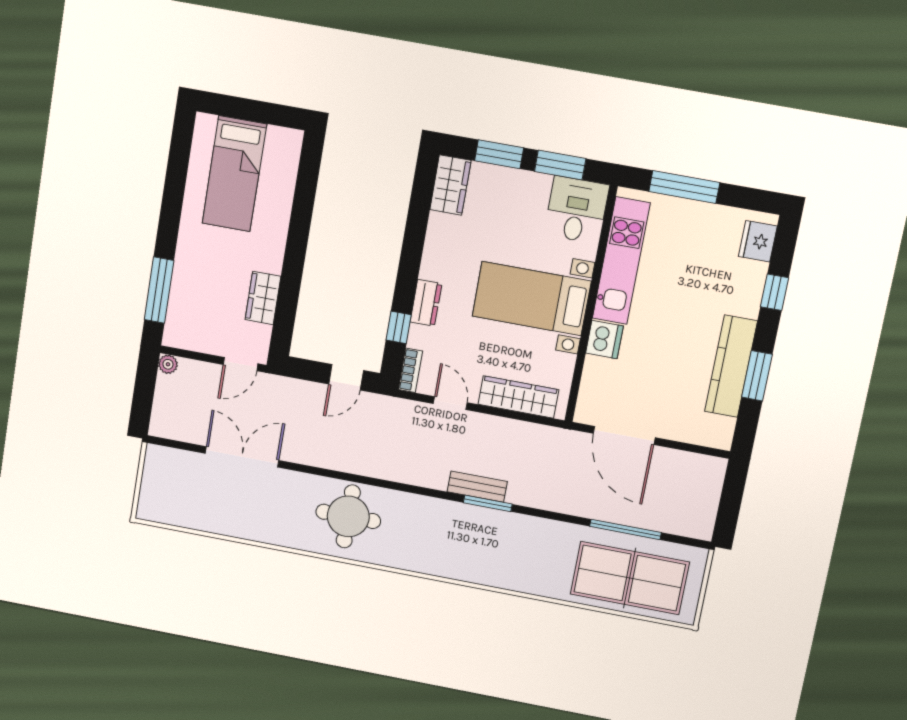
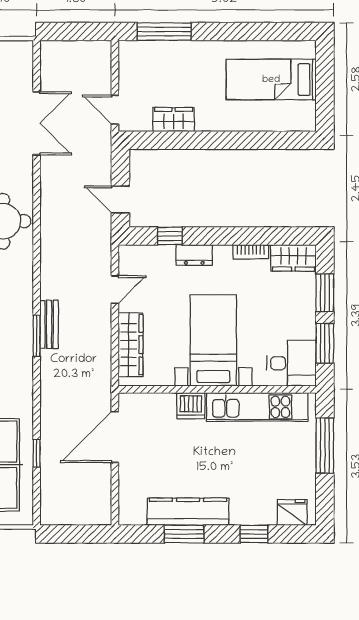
plant: (168, 364) -> (103, 48), removed
bookcase: (410, 370) -> (251, 252), moved
window: (625, 529) -> (37, 453), width x0.46

